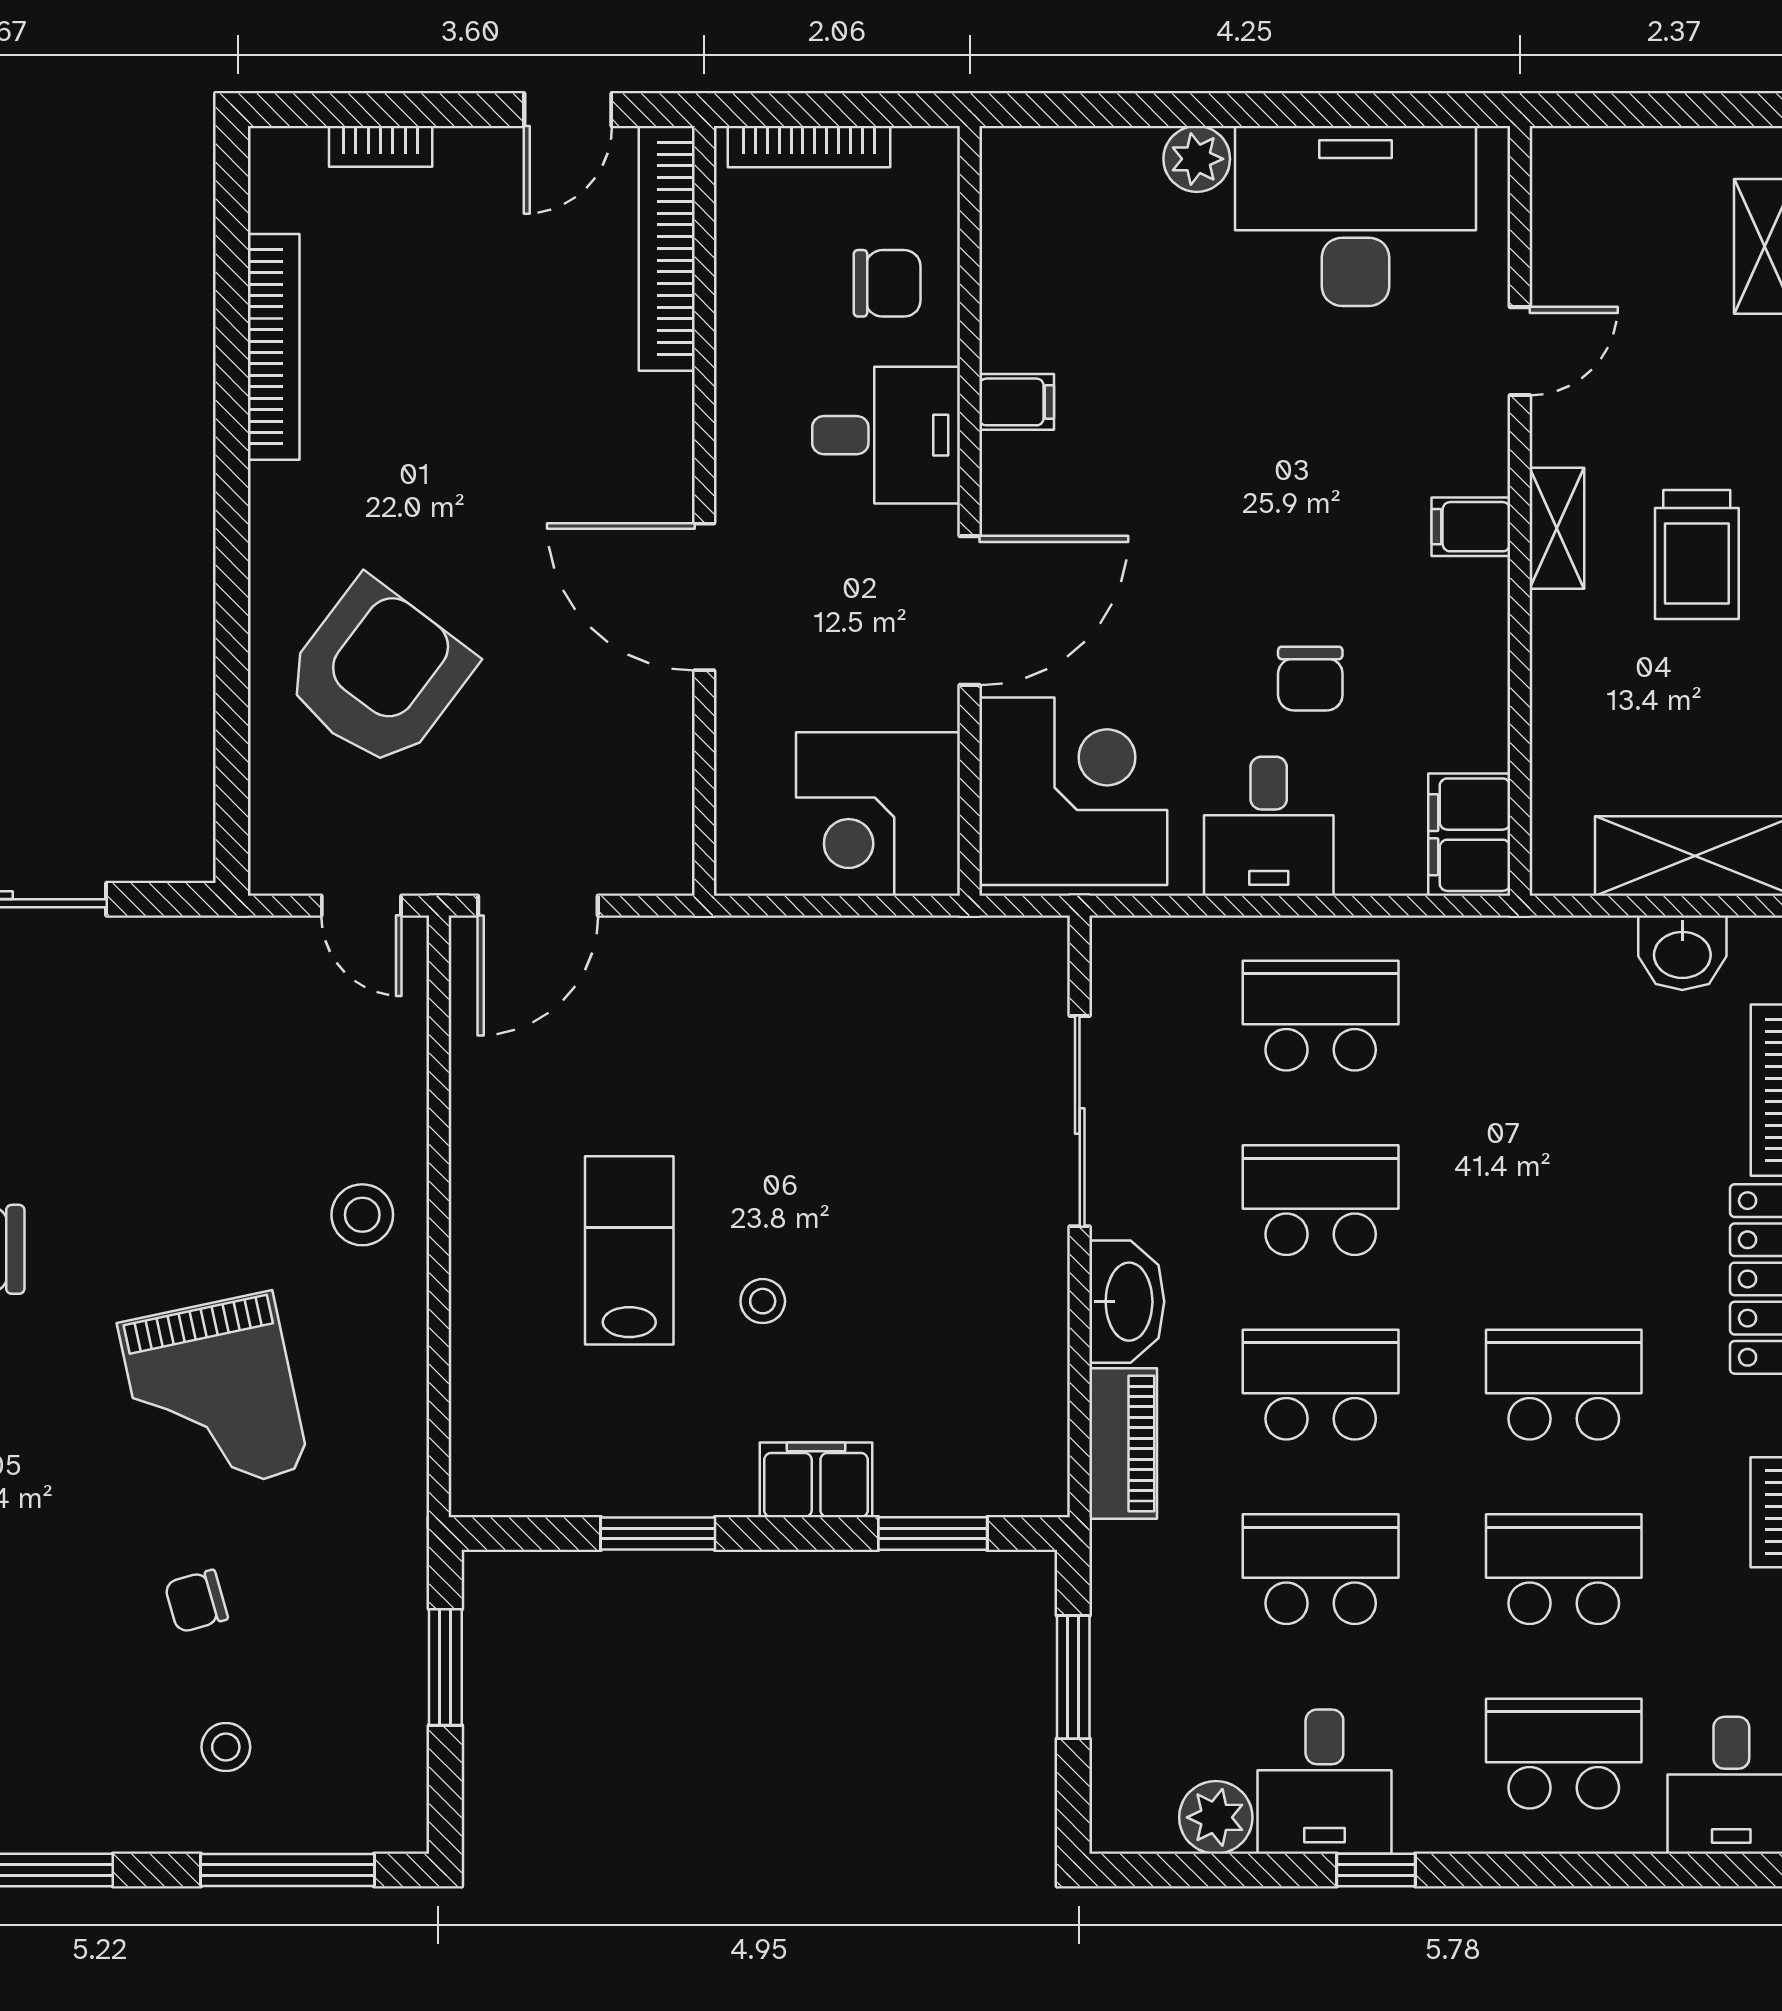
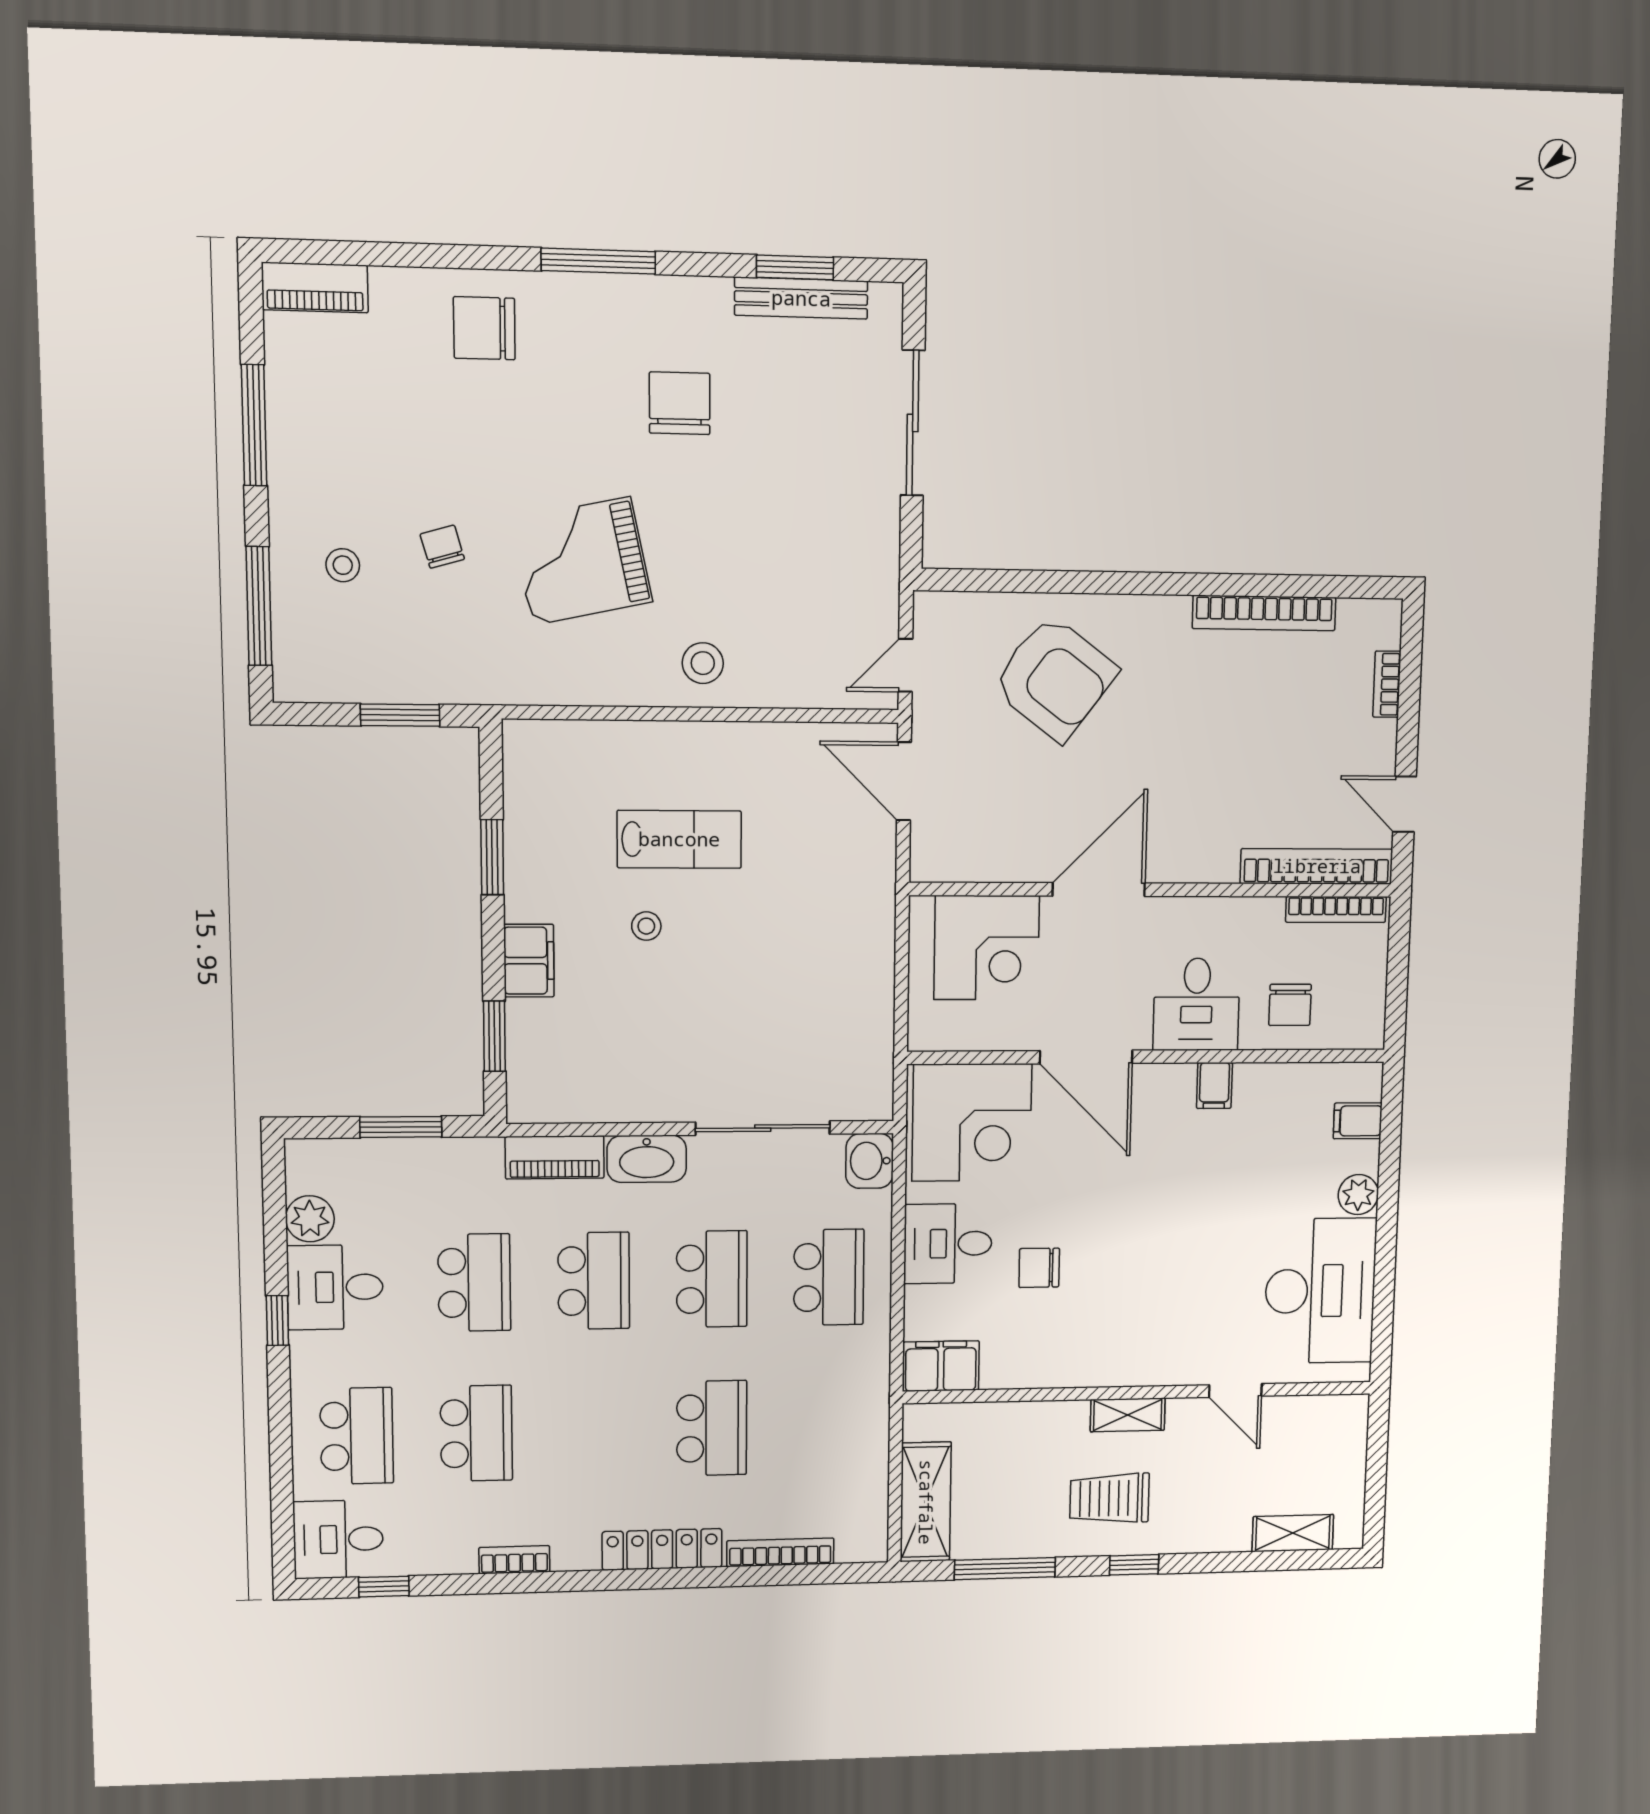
bookcase: (809, 147) -> (1336, 909), moved, turned -90
filing cabinet: (1471, 527) -> (1358, 1121), moved, turned -90
corner desk: (878, 814) -> (987, 948), moved, turned 180
washbasin: (1682, 953) -> (870, 1161), moved
school desk: (1564, 1385) -> (712, 1428), moved

